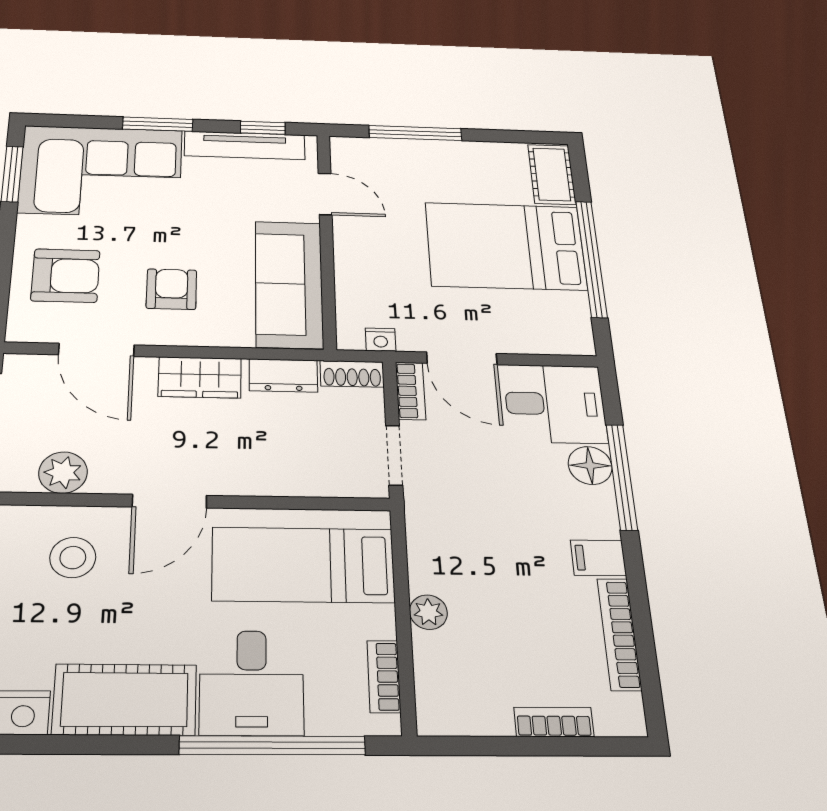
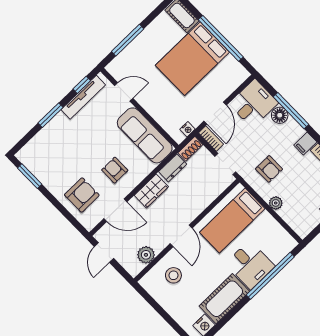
corner sofa: (101, 171) -> (53, 149), removed
door: (462, 358) -> (215, 113), hinge flipped
armchair: (476, 539) -> (269, 169), added
bookcase: (384, 676) -> (281, 232), removed

